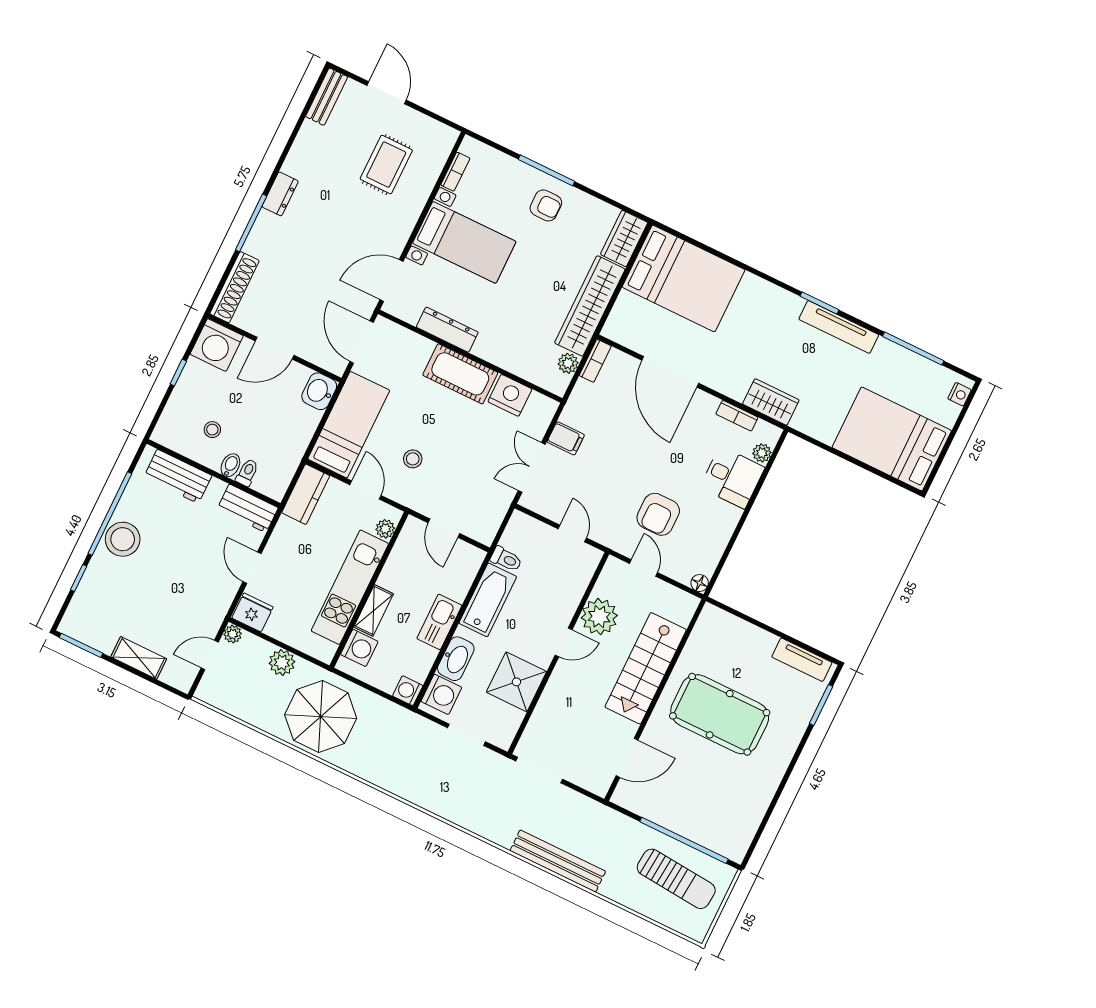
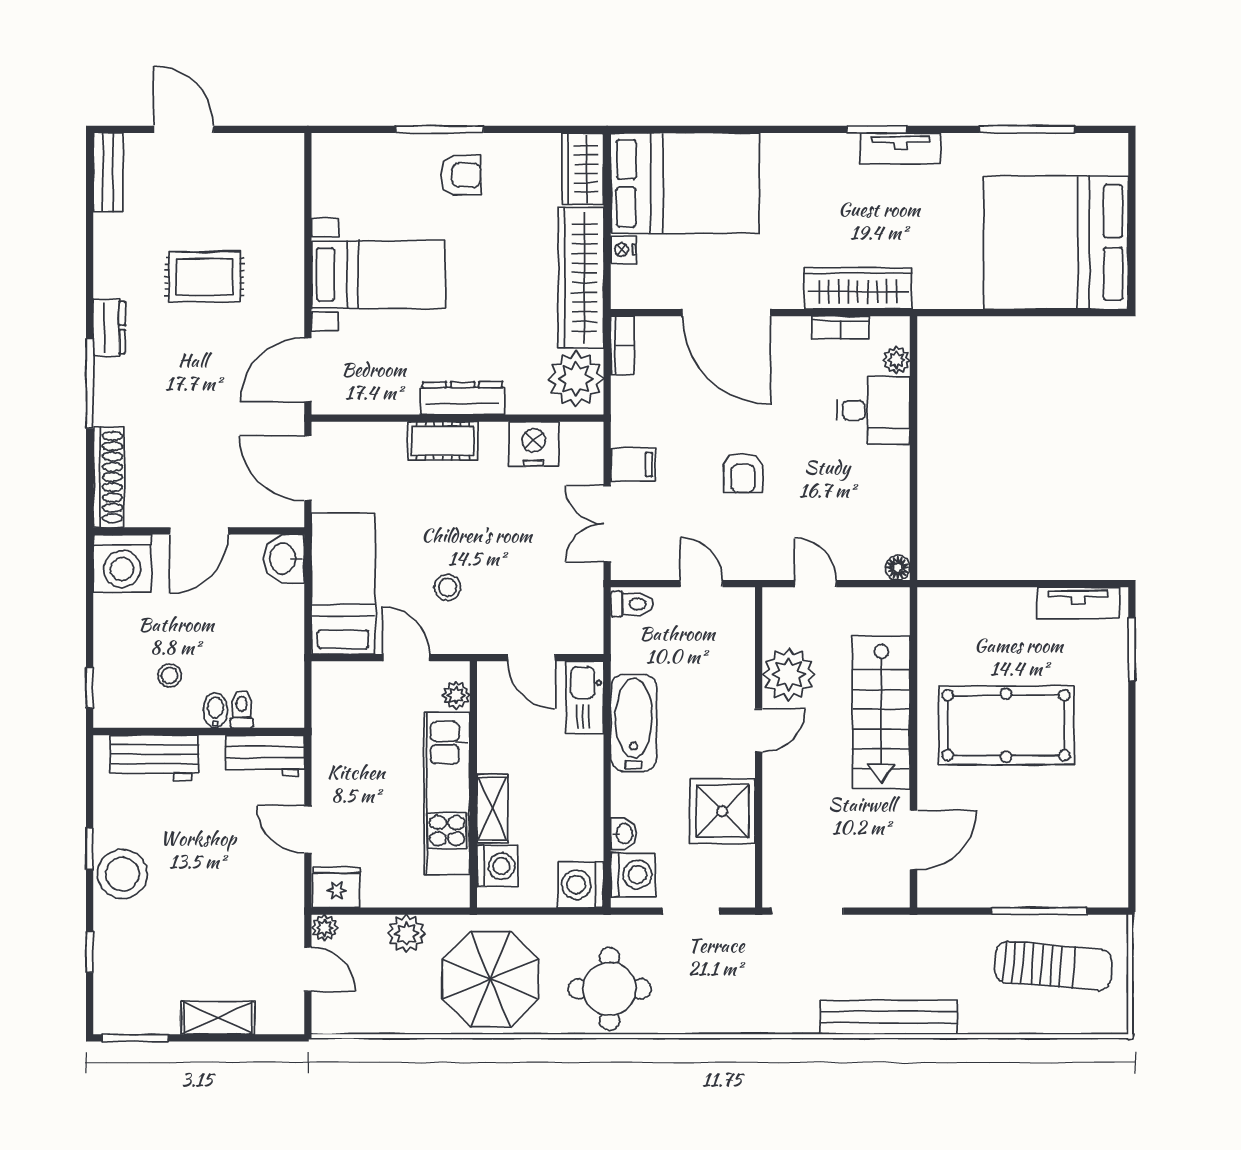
rug: (386, 165) -> (205, 277), moved, turned 90
bookcase: (455, 172) -> (322, 188), removed
tv unit: (839, 327) -> (900, 148), width x0.71
dresser: (447, 330) -> (463, 398), moved
plant: (568, 363) -> (576, 379), width x1.87, depth x1.87
window: (178, 373) -> (90, 688), moved
cot: (460, 374) -> (443, 441), width x0.73, depth x0.75
nightstand: (960, 394) -> (623, 250), moved, turned 180
wardrobe: (771, 402) -> (858, 288), width x1.50
bed: (892, 439) -> (1056, 242), width x1.36
kitchen counter: (306, 494) -> (331, 701), removed
window: (110, 514) -> (90, 849), width x0.32
armchair: (658, 514) -> (743, 473), moved, width x0.72, depth x0.72
toilet: (506, 559) -> (632, 604), moved
kitchen sink: (439, 622) -> (585, 697), moved
door: (210, 655) -> (308, 969), swing flipped
washbasin: (456, 659) -> (624, 834), width x0.52, depth x0.69
washing machine: (408, 691) -> (581, 885), width x1.38, depth x1.38
round table: (392, 759) -> (610, 989), added
window: (684, 840) -> (1039, 911), width x0.68

